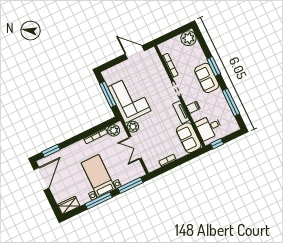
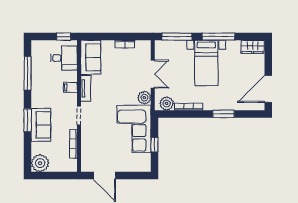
sofa: (207, 78) -> (41, 125), moved
window: (108, 94) -> (155, 145), width x0.46
window: (51, 151) -> (223, 114), moved

